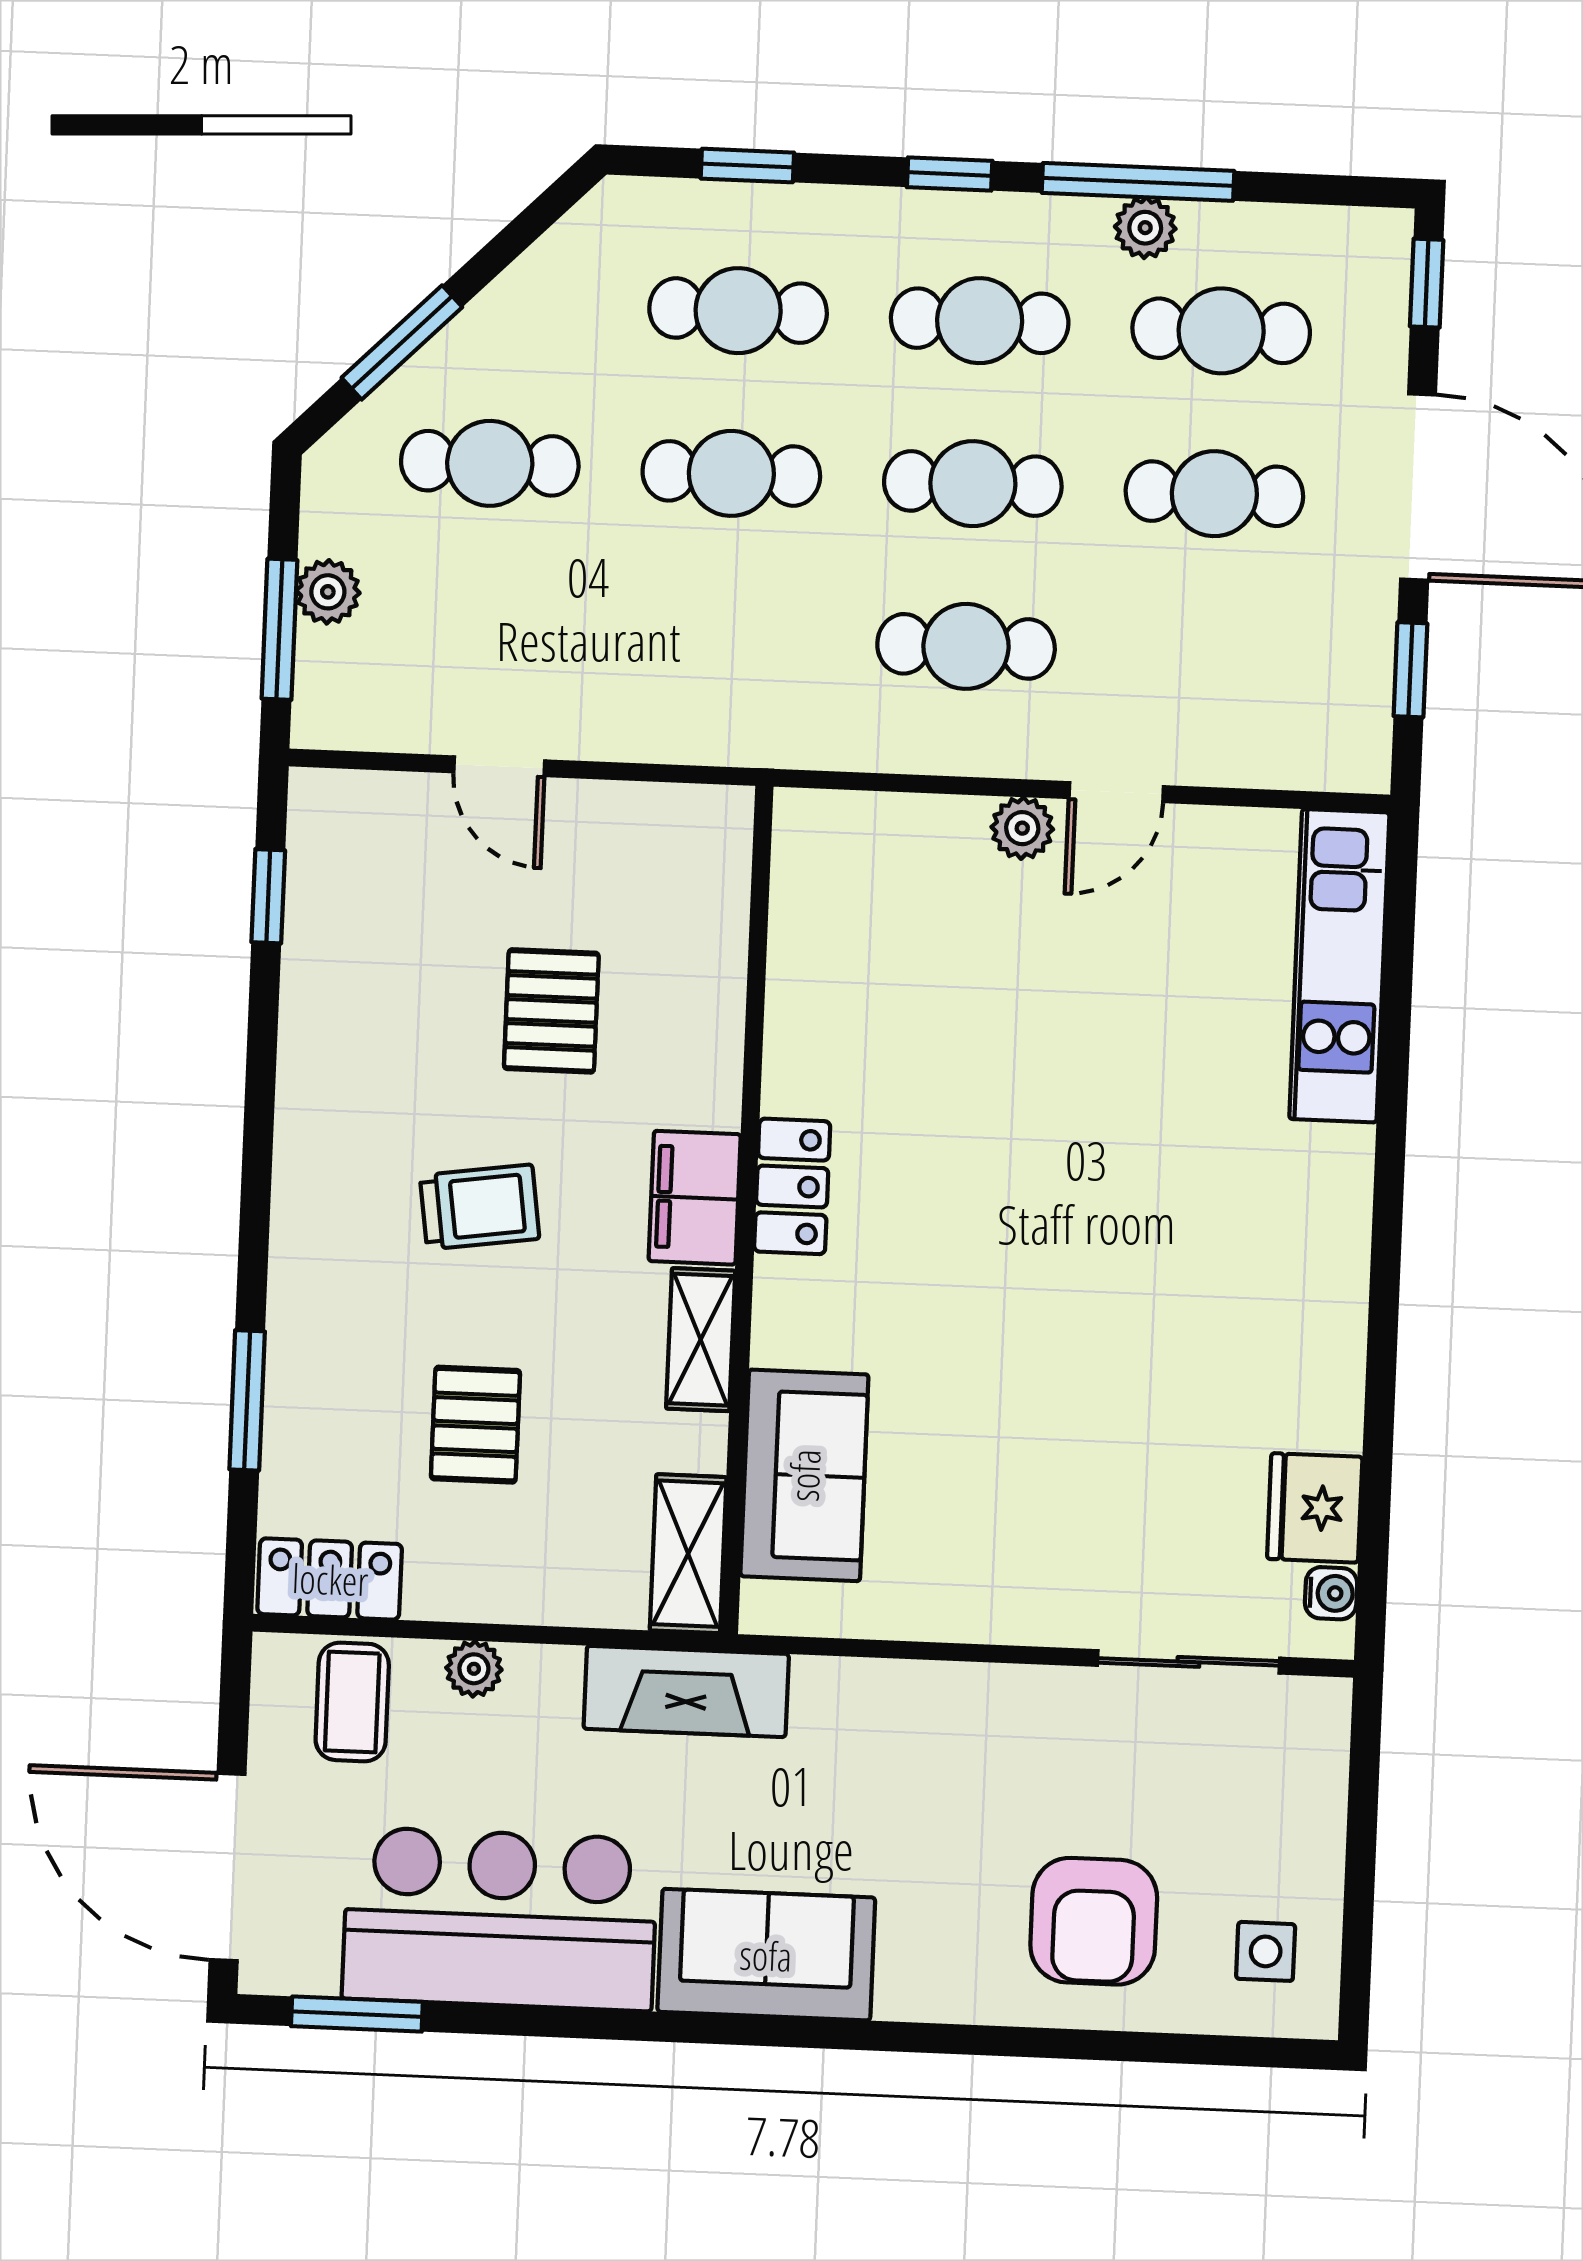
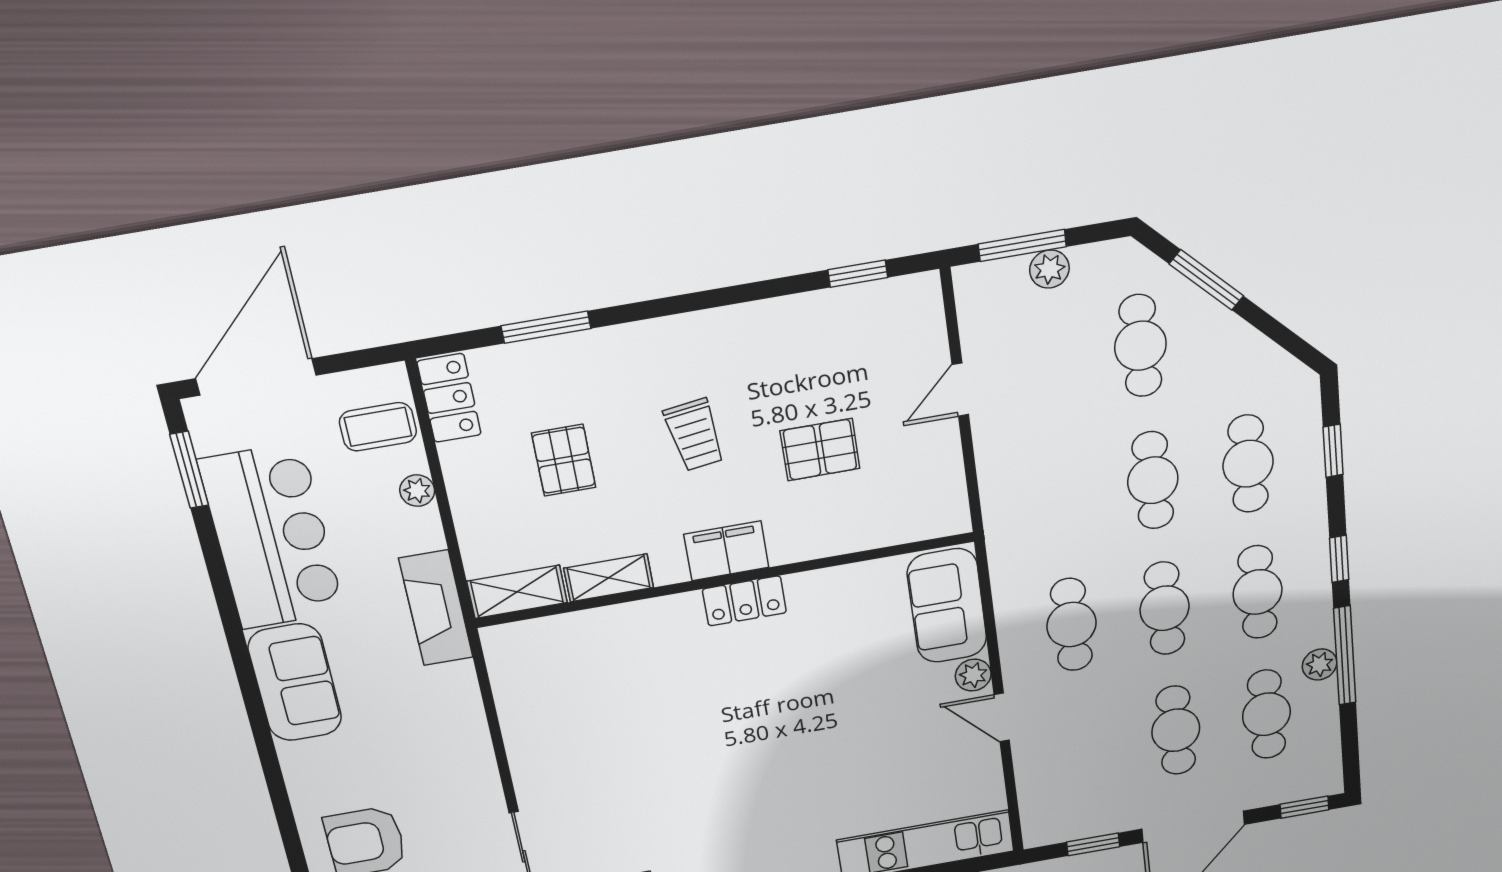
shelving: (701, 1340) -> (609, 578), moved
pallet: (475, 1425) -> (564, 460), turned 90
sofa: (804, 1475) -> (947, 606), moved, turned 90

